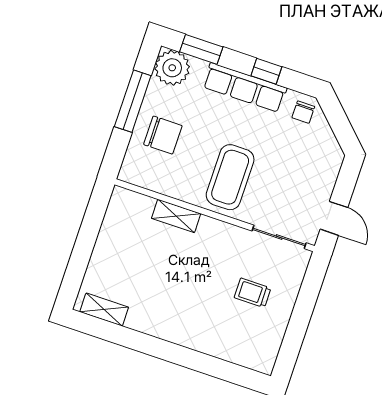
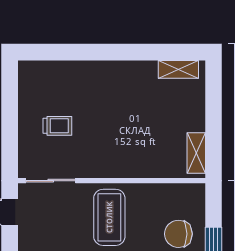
shelving: (176, 216) -> (196, 153), moved, turned 90

